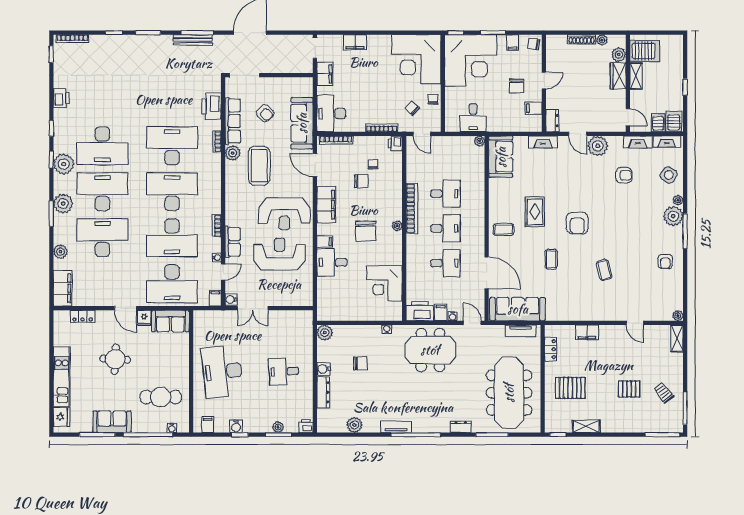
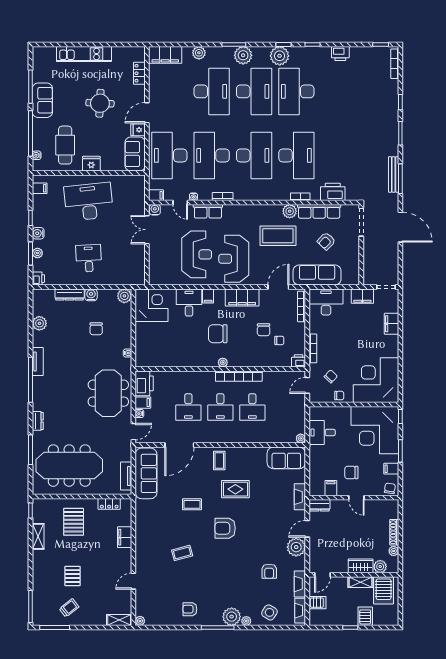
server rack: (674, 122) -> (365, 616), moved, turned -90
corner desk: (384, 283) -> (152, 305), moved, turned 90
fridge: (61, 417) -> (91, 164), moved, turned 180
water cooler: (236, 426) -> (38, 233), moved

